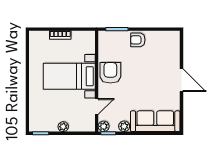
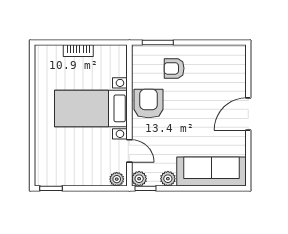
armchair: (138, 40) -> (174, 68), moved
door: (181, 80) -> (248, 114), swing flipped
door: (97, 107) -> (129, 151), hinge flipped
plant: (63, 127) -> (117, 179), moved

